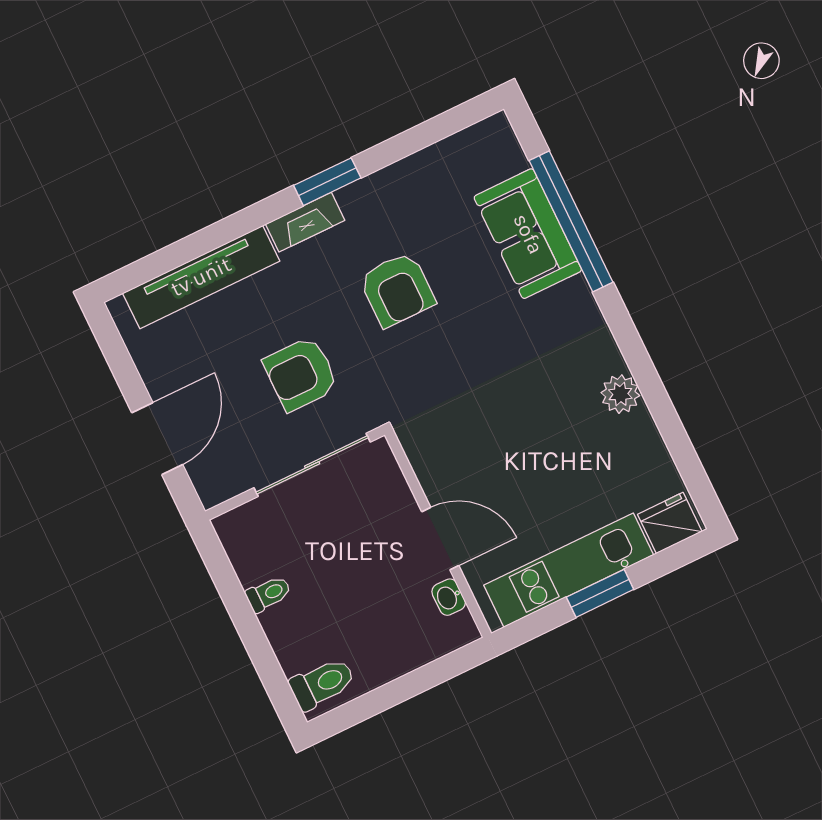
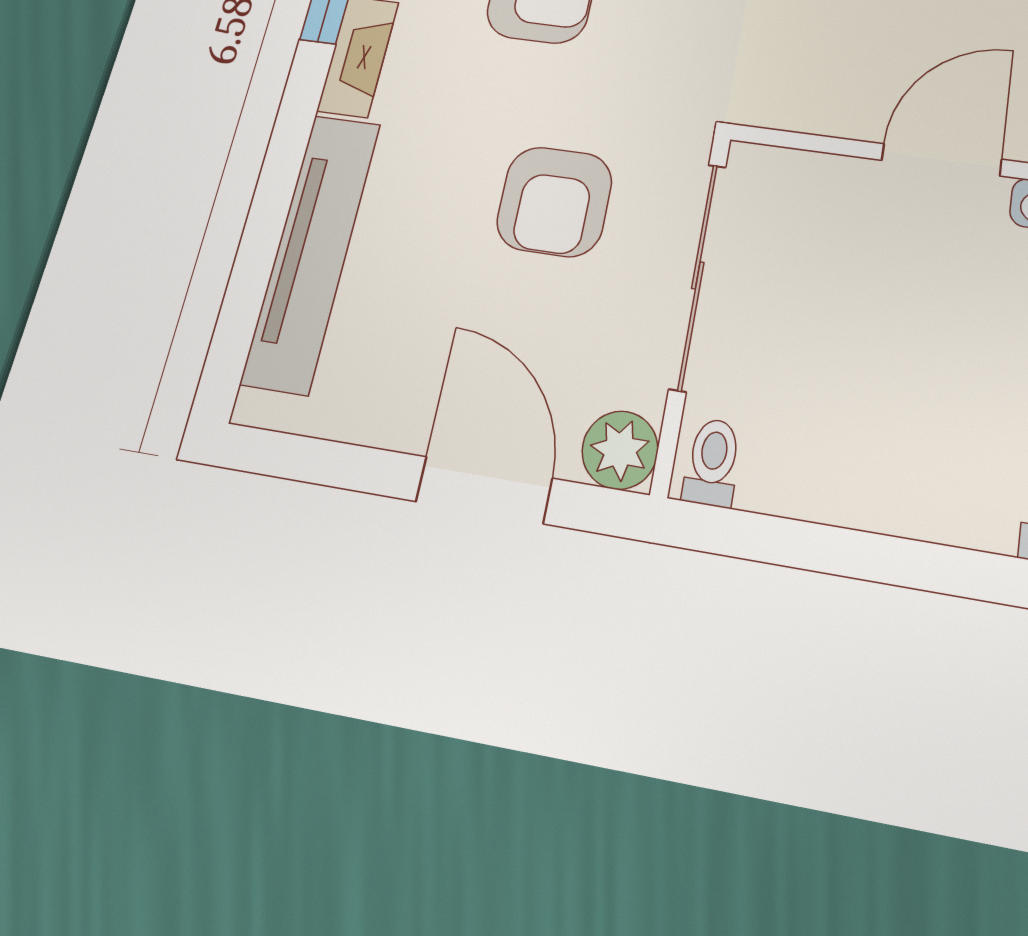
plant: (214, 485) -> (620, 450), added
toilet: (268, 594) -> (712, 462), moved

